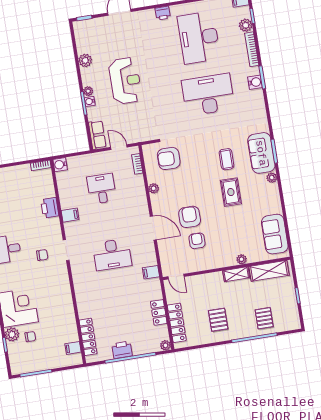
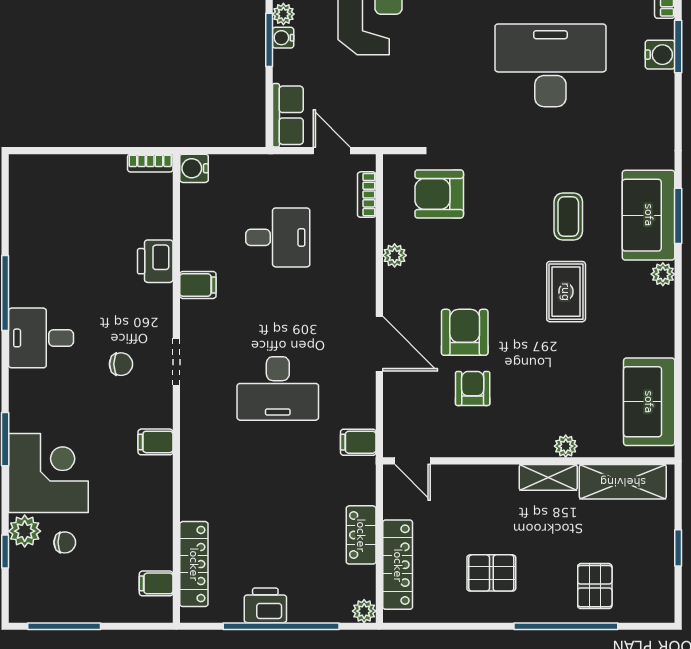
desk: (102, 189) -> (278, 237), turned 90
filing cabinet: (63, 286) -> (155, 442), added
pallet: (218, 320) -> (491, 573), turned 90

